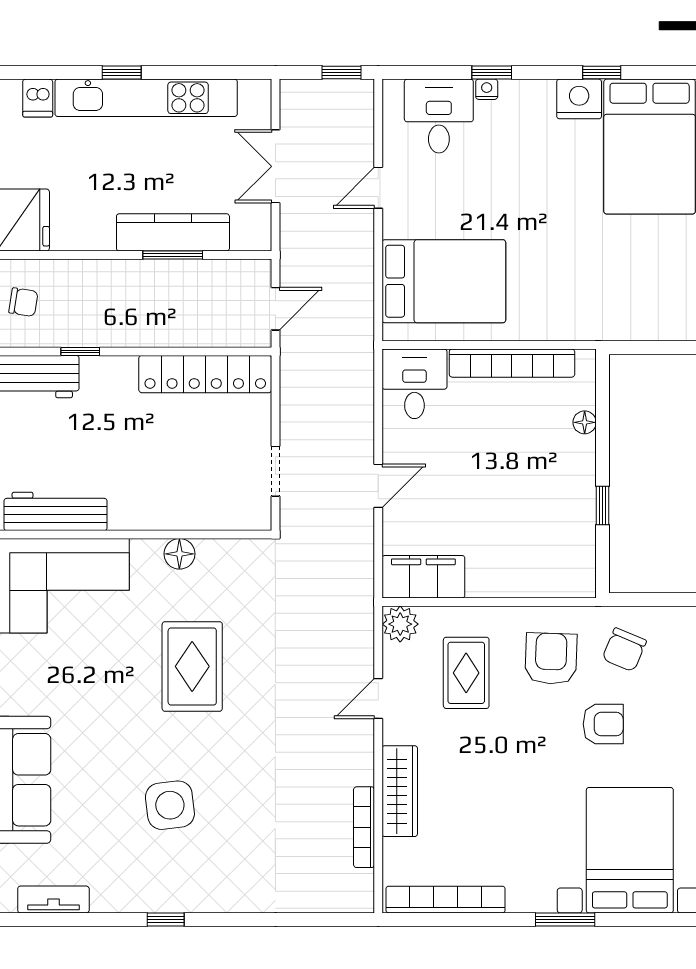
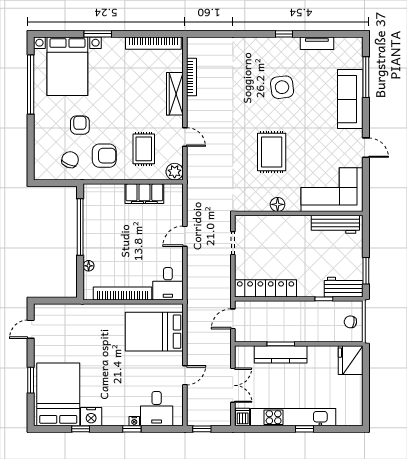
dishwasher: (38, 98) -> (243, 417), moved
window: (603, 506) -> (80, 227), width x3.17
filing cabinet: (423, 577) -> (144, 194), moved
armchair: (551, 659) -> (104, 156), turned -92
door: (378, 699) -> (185, 137), hinge flipped
armchair: (603, 724) -> (80, 125), turned 90
tv unit: (53, 900) -> (317, 43), moved

